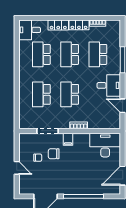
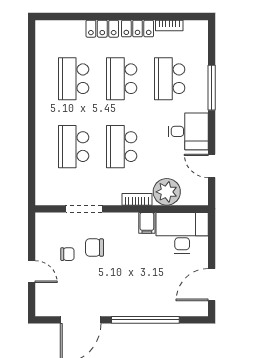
desk: (30, 30) -> (54, 37), removed
plant: (96, 121) -> (167, 192), added
filing cabinet: (68, 139) -> (147, 223), moved

